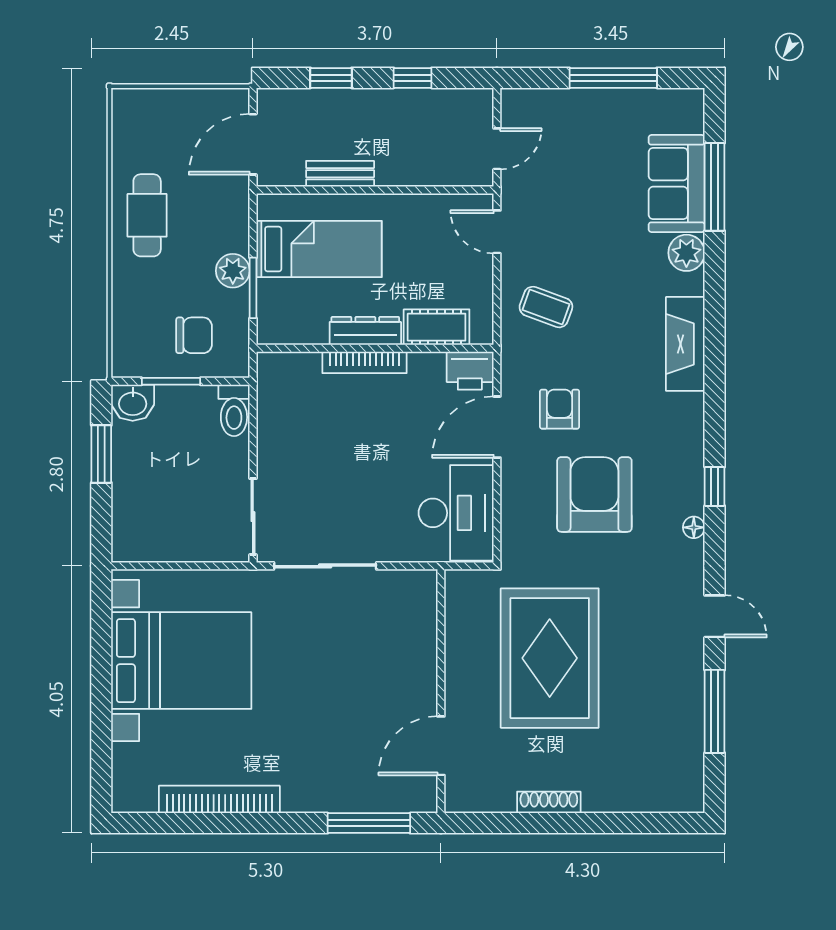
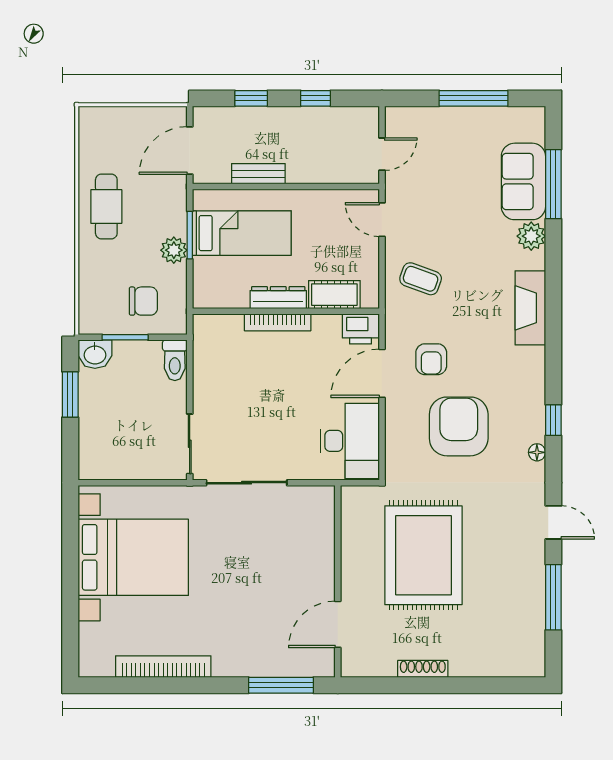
window: (253, 288) -> (190, 235), moved
armchair: (560, 409) -> (431, 359), turned 180

